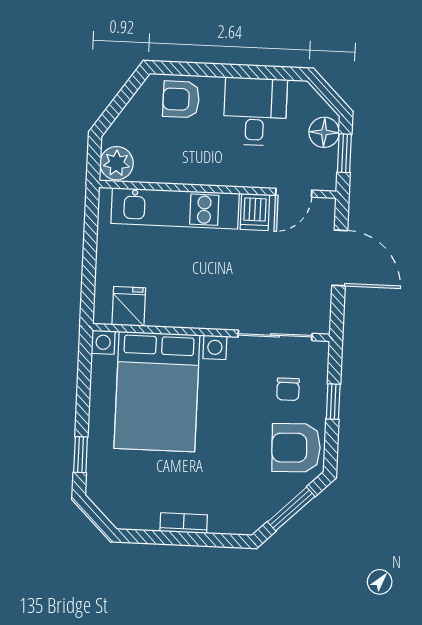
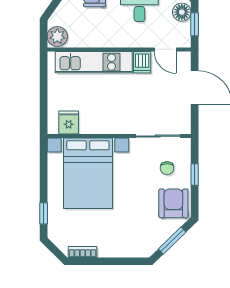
door: (294, 193) -> (165, 49), hinge flipped
armchair: (296, 448) -> (173, 203), turned 92
bookcase: (184, 523) -> (83, 252), moved

